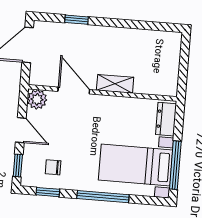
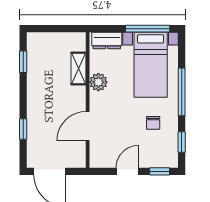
window: (150, 26) -> (23, 62), added
shelving: (115, 84) -> (78, 69), moved
plant: (37, 99) -> (98, 82), moved
chair: (53, 167) -> (153, 123), moved

